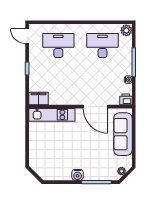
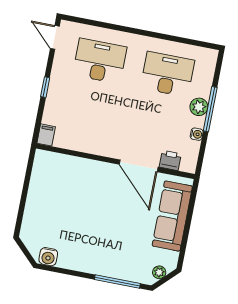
plant: (126, 30) -> (199, 107), moved
filing cabinet: (38, 99) -> (46, 135), width x0.50
printer: (126, 99) -> (170, 160), moved
kitchen unit: (52, 115) -> (69, 165), removed
water cooler: (78, 175) -> (48, 257), moved

